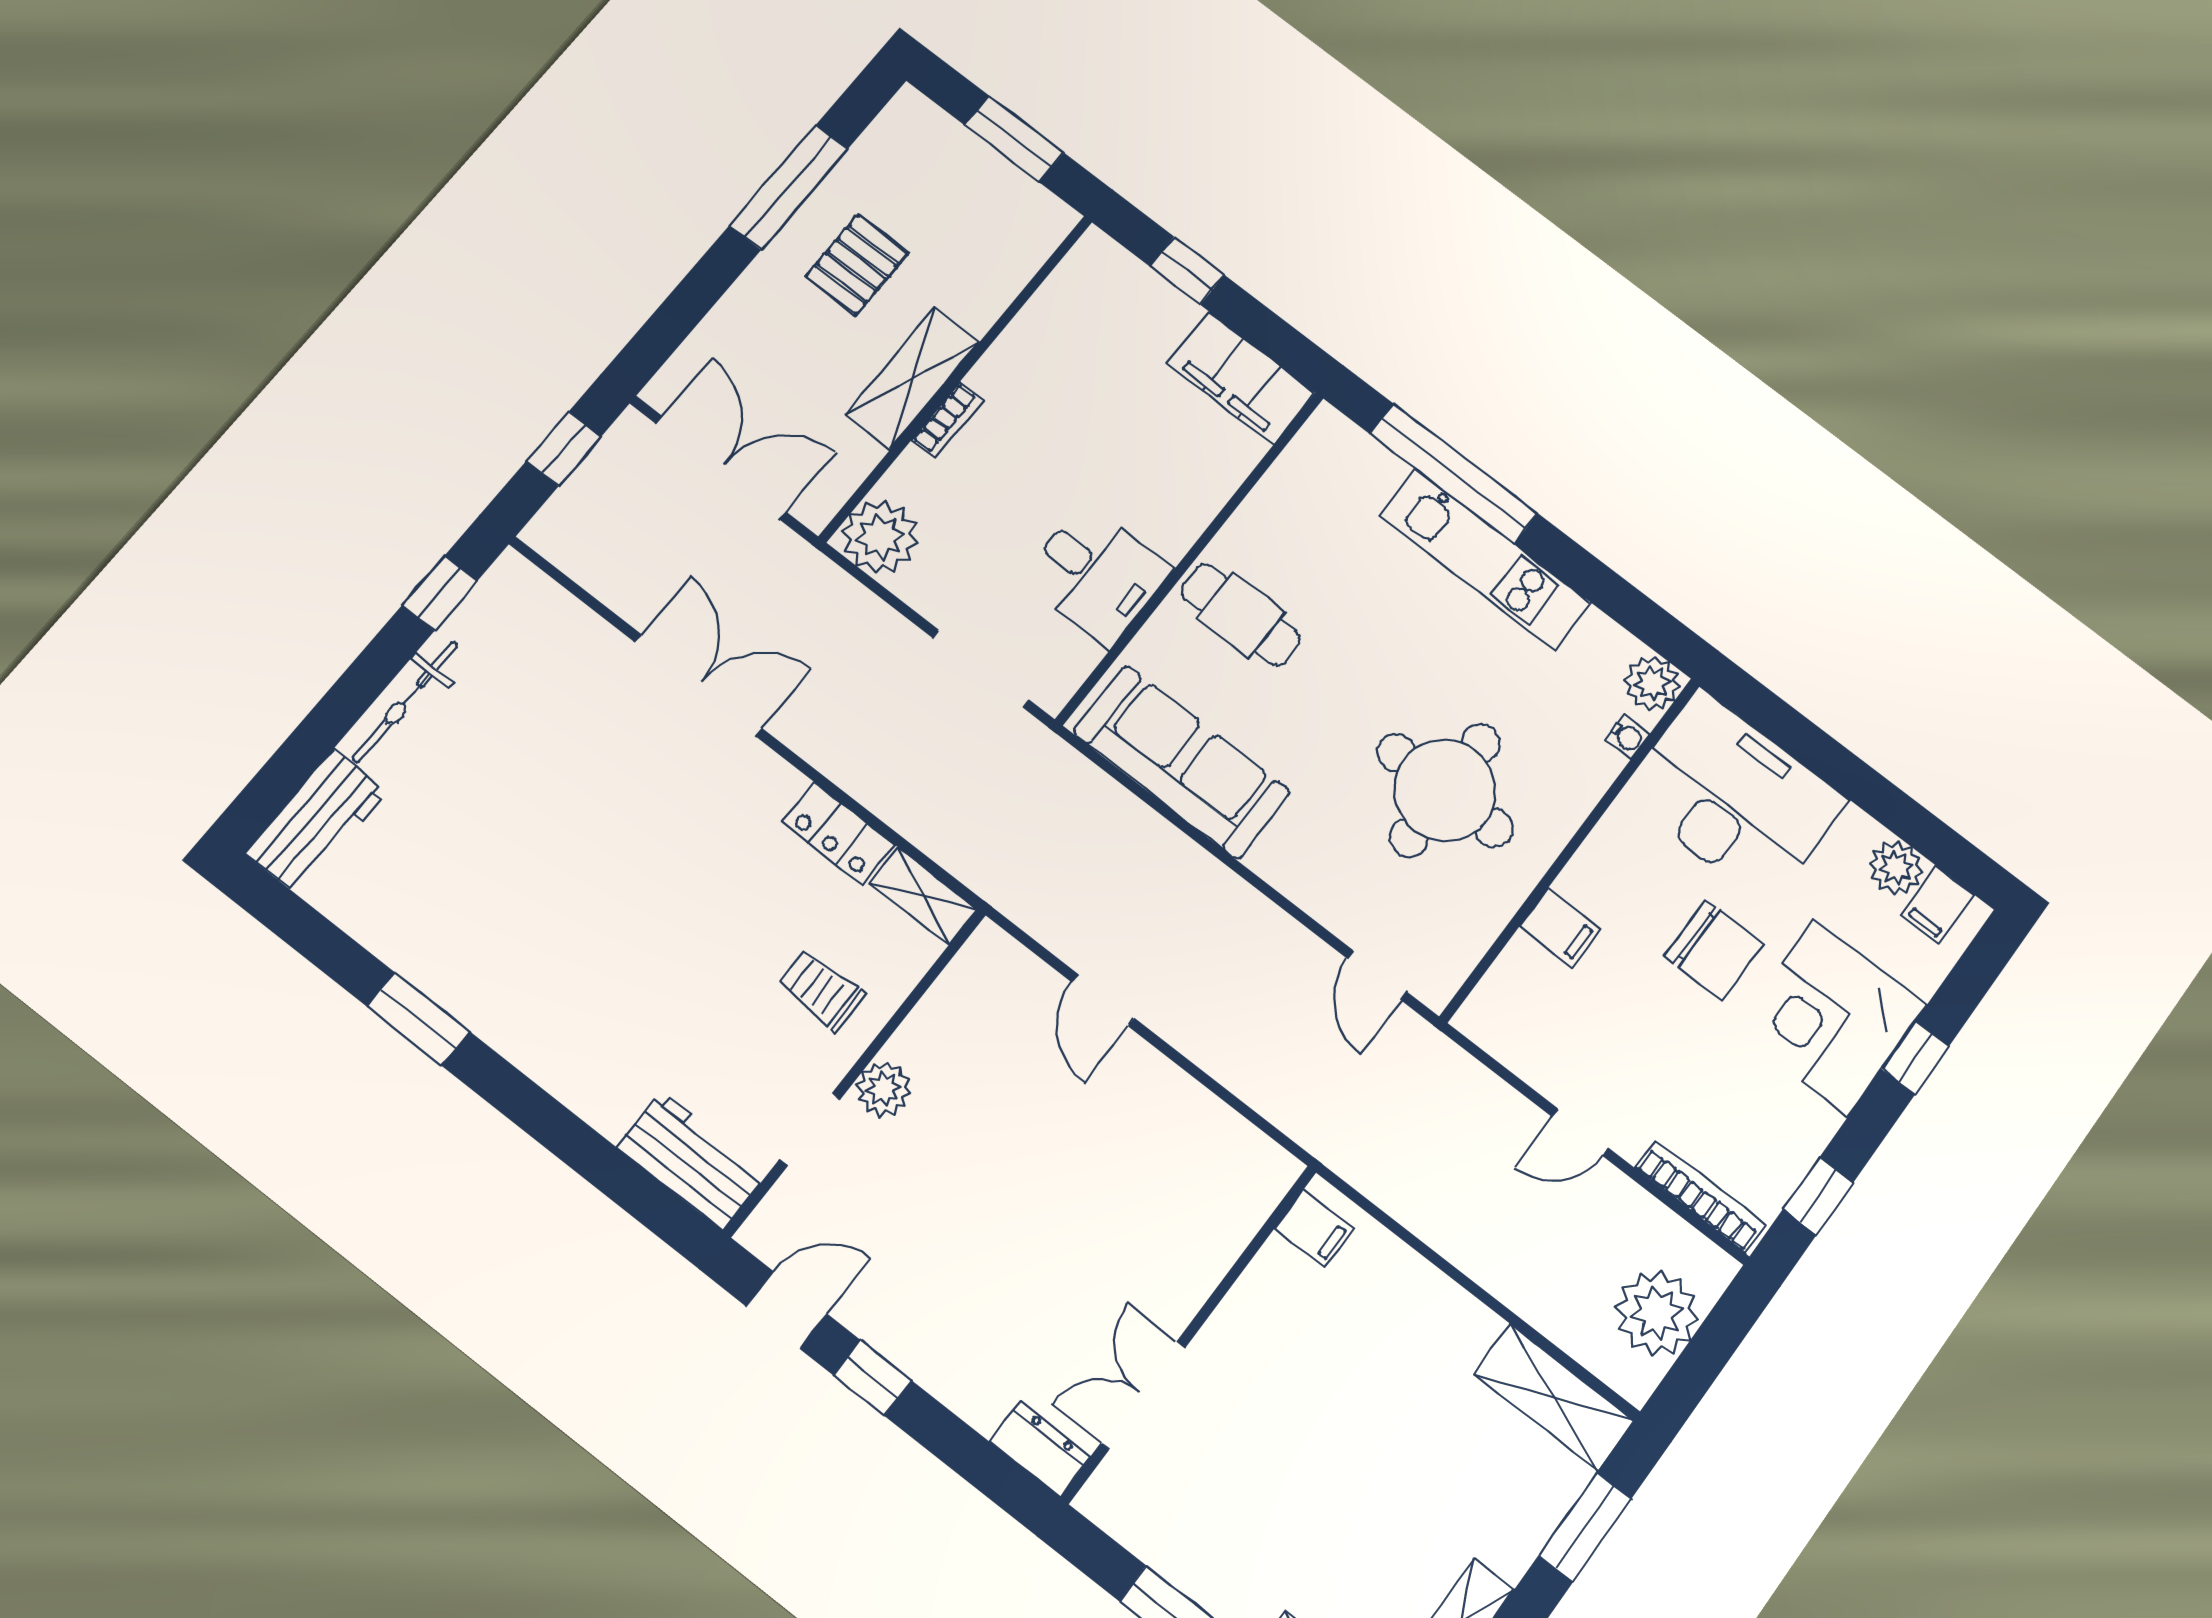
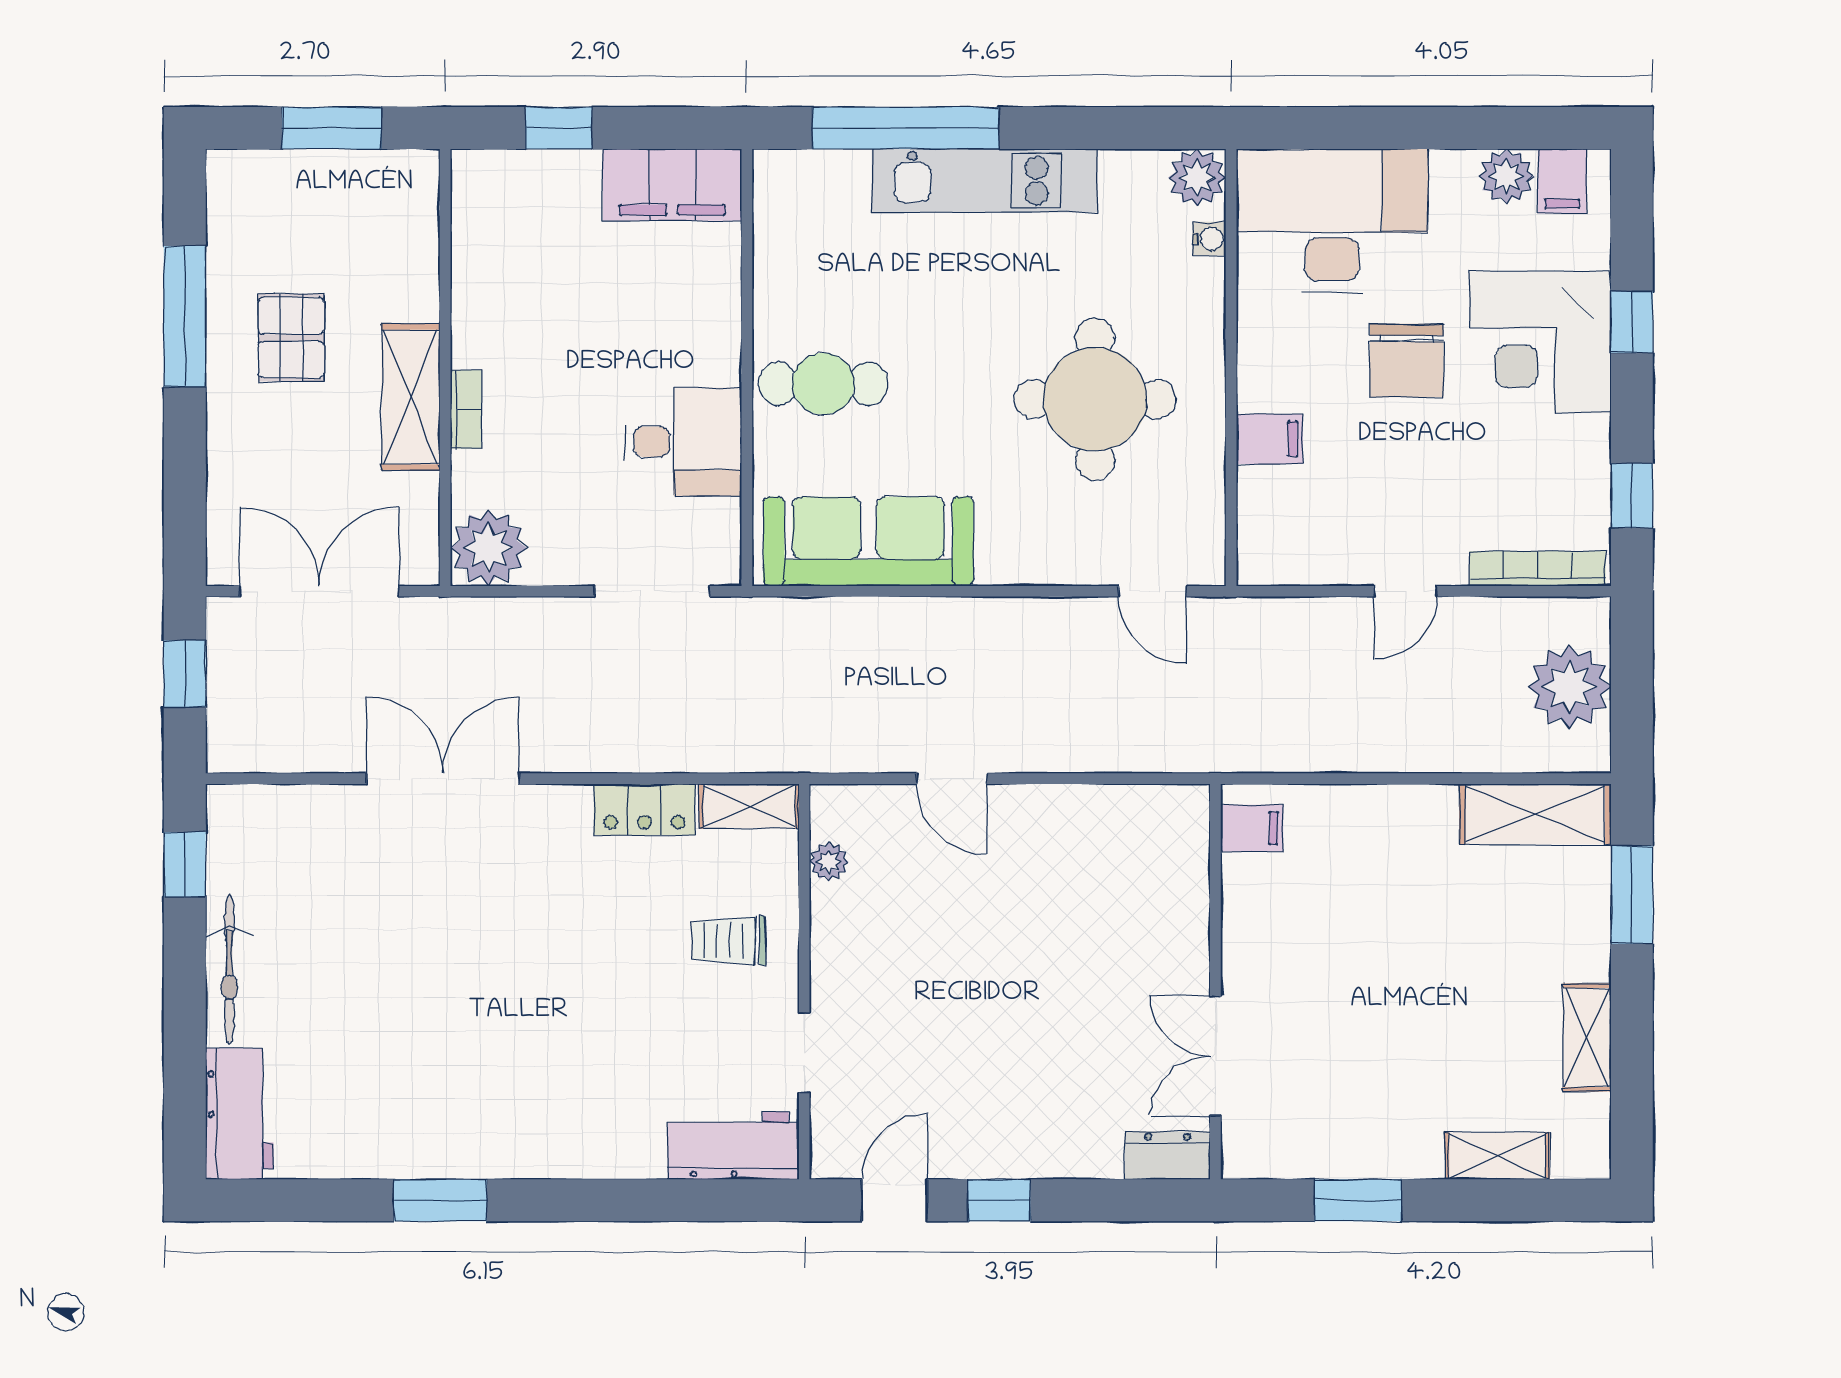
chair: (1714, 950) -> (1407, 361), turned 90
plant: (884, 1089) -> (829, 862), moved, width x0.73, depth x0.73

